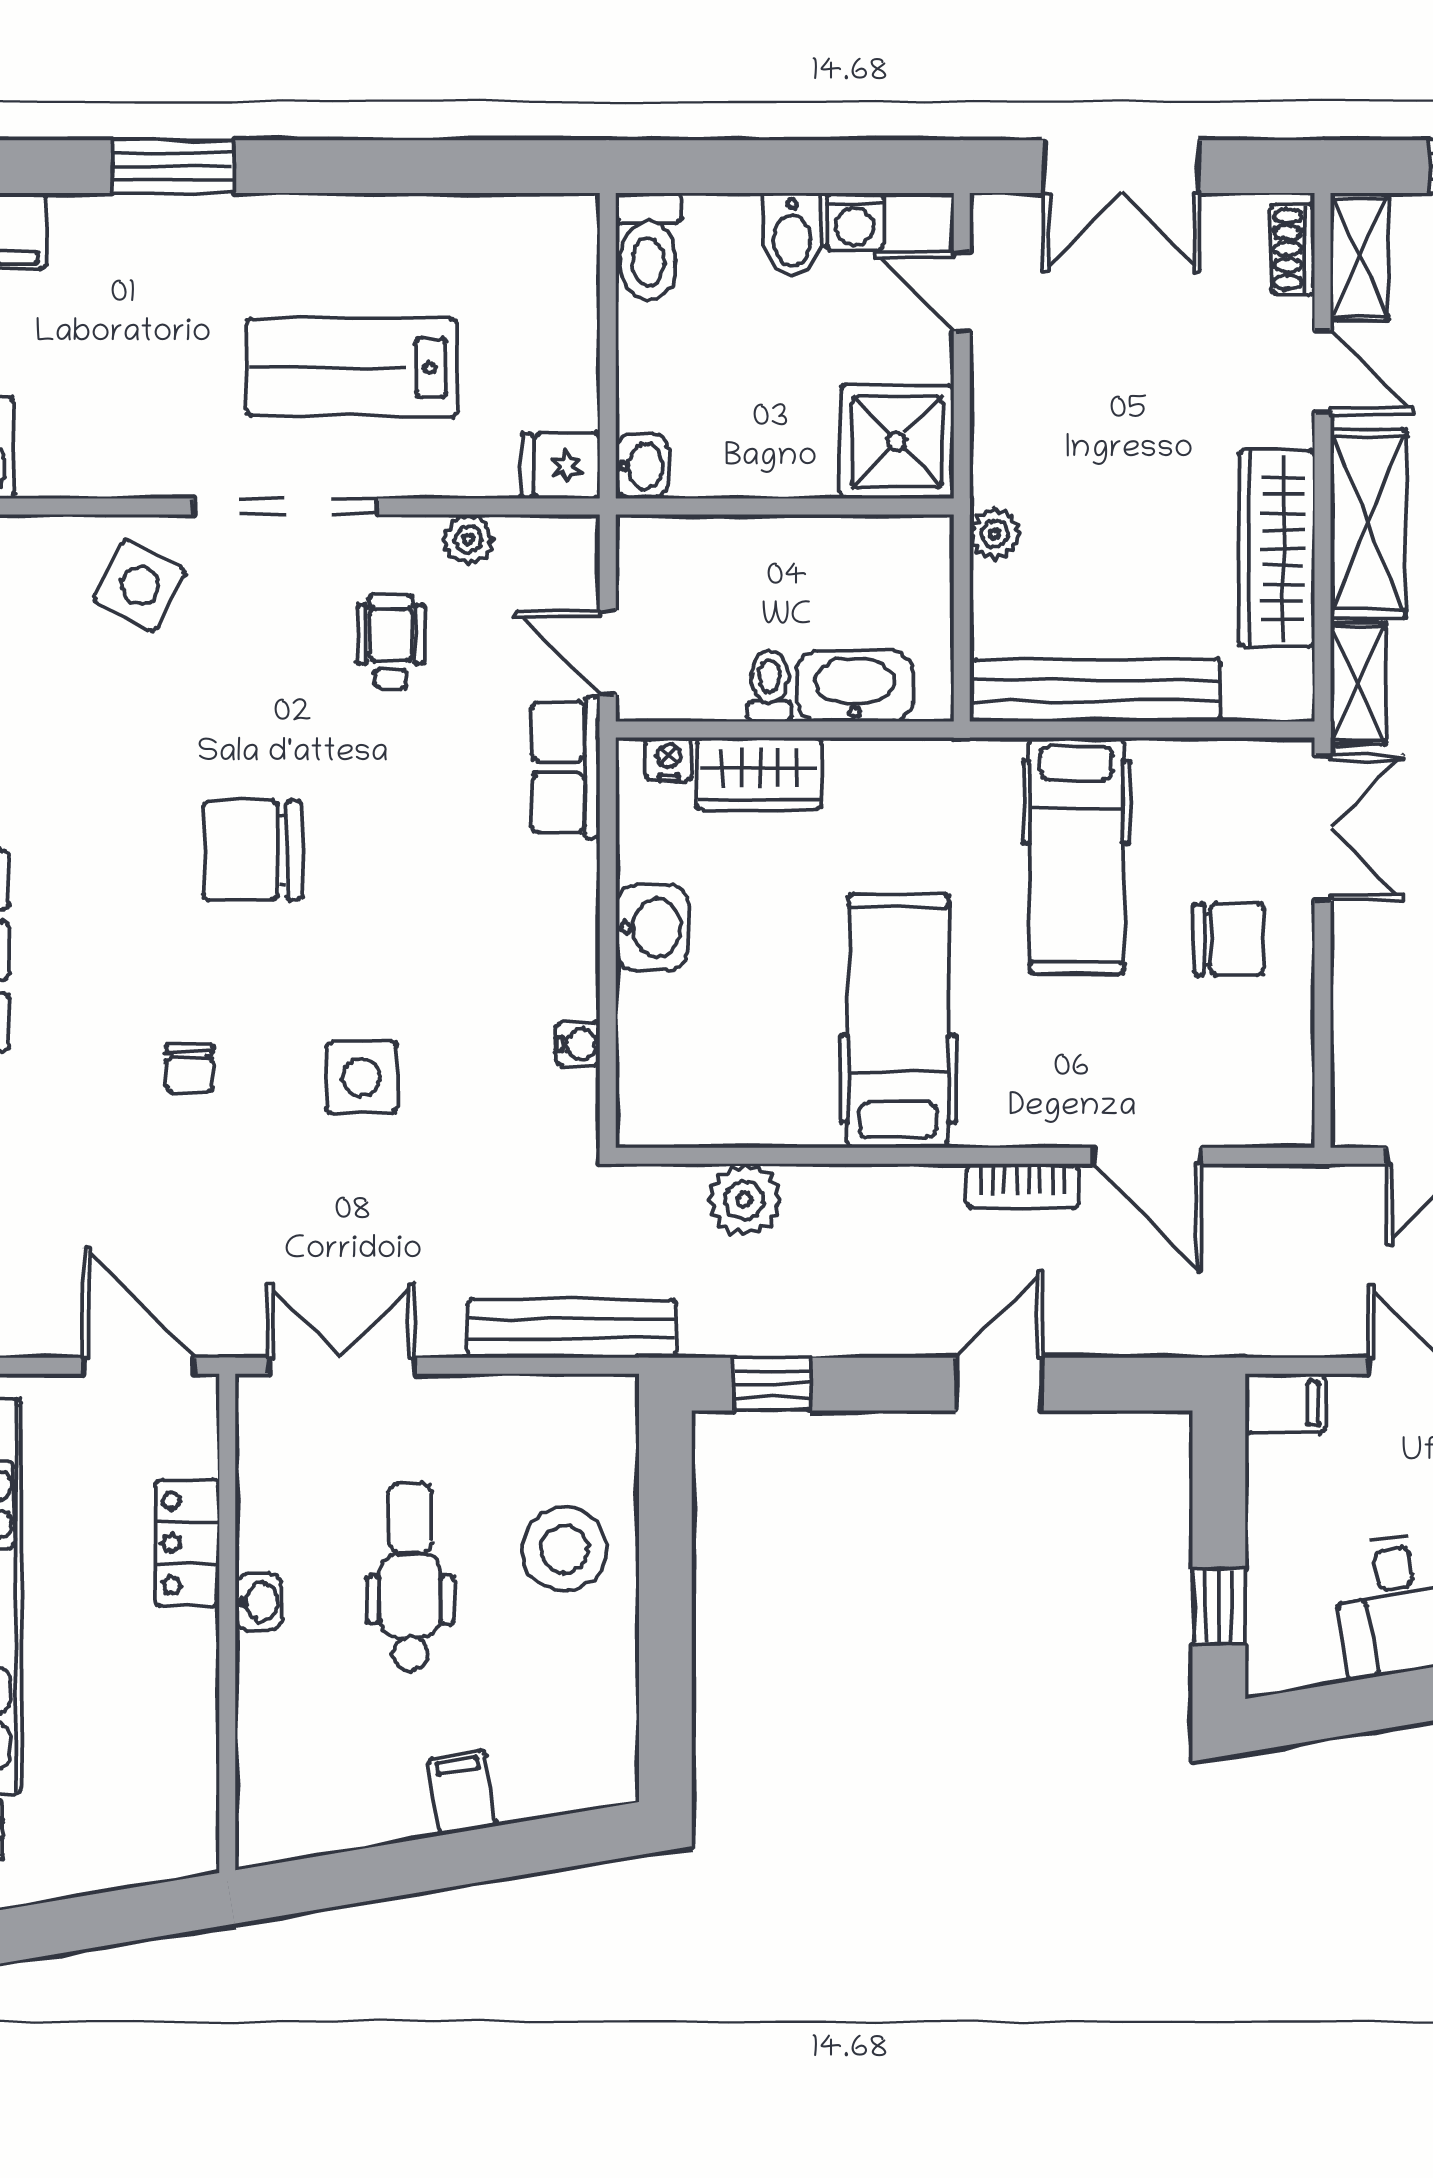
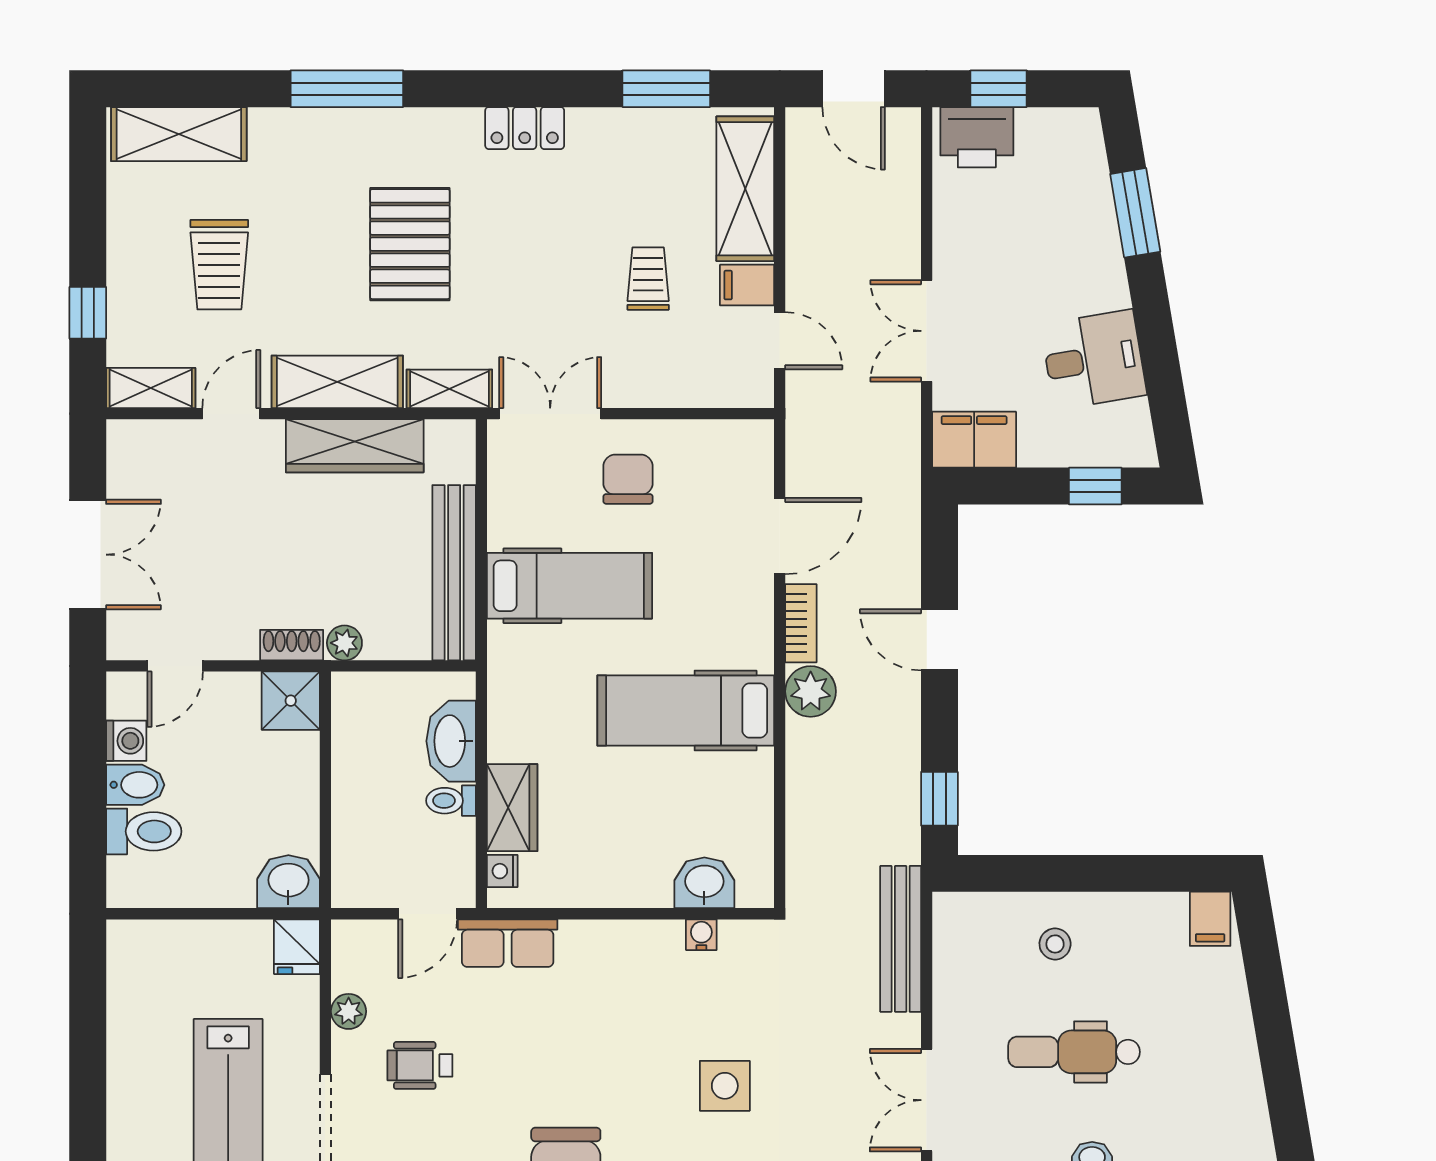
toilet: (648, 247) -> (144, 831), moved
shoe rack: (1293, 249) -> (292, 645), moved, turned 180
shower: (897, 442) -> (291, 701), width x0.73, depth x0.73
washbasin: (642, 466) -> (288, 882), width x1.38, depth x1.45
washbasin: (652, 928) -> (704, 883), moved
plant: (744, 1200) -> (811, 691), moved
filing cabinet: (1285, 1404) -> (974, 440), width x2.00
stool: (564, 1549) -> (1055, 944), width x0.53, depth x0.53
filing cabinet: (462, 1793) -> (1210, 919), moved, turned -80

